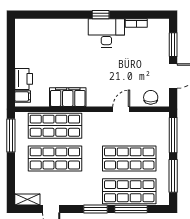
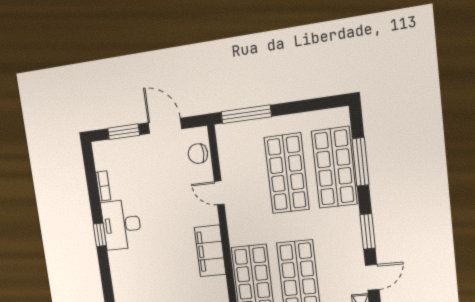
filing cabinet: (68, 97) -> (210, 251), moved
window: (173, 176) -> (305, 106), removed
window: (95, 209) -> (368, 231), moved

